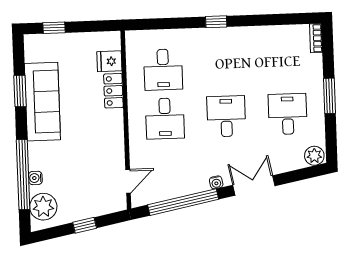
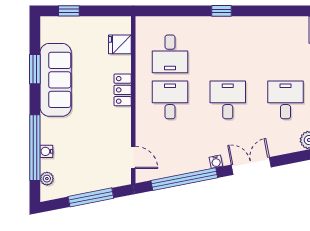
locker: (113, 91) -> (123, 90), moved
desk: (165, 118) -> (170, 100), turned 180
door: (128, 181) -> (133, 158), hinge flipped
plant: (43, 207) -> (47, 179), width x0.53, depth x0.53
window: (85, 225) -> (91, 197), width x2.17

